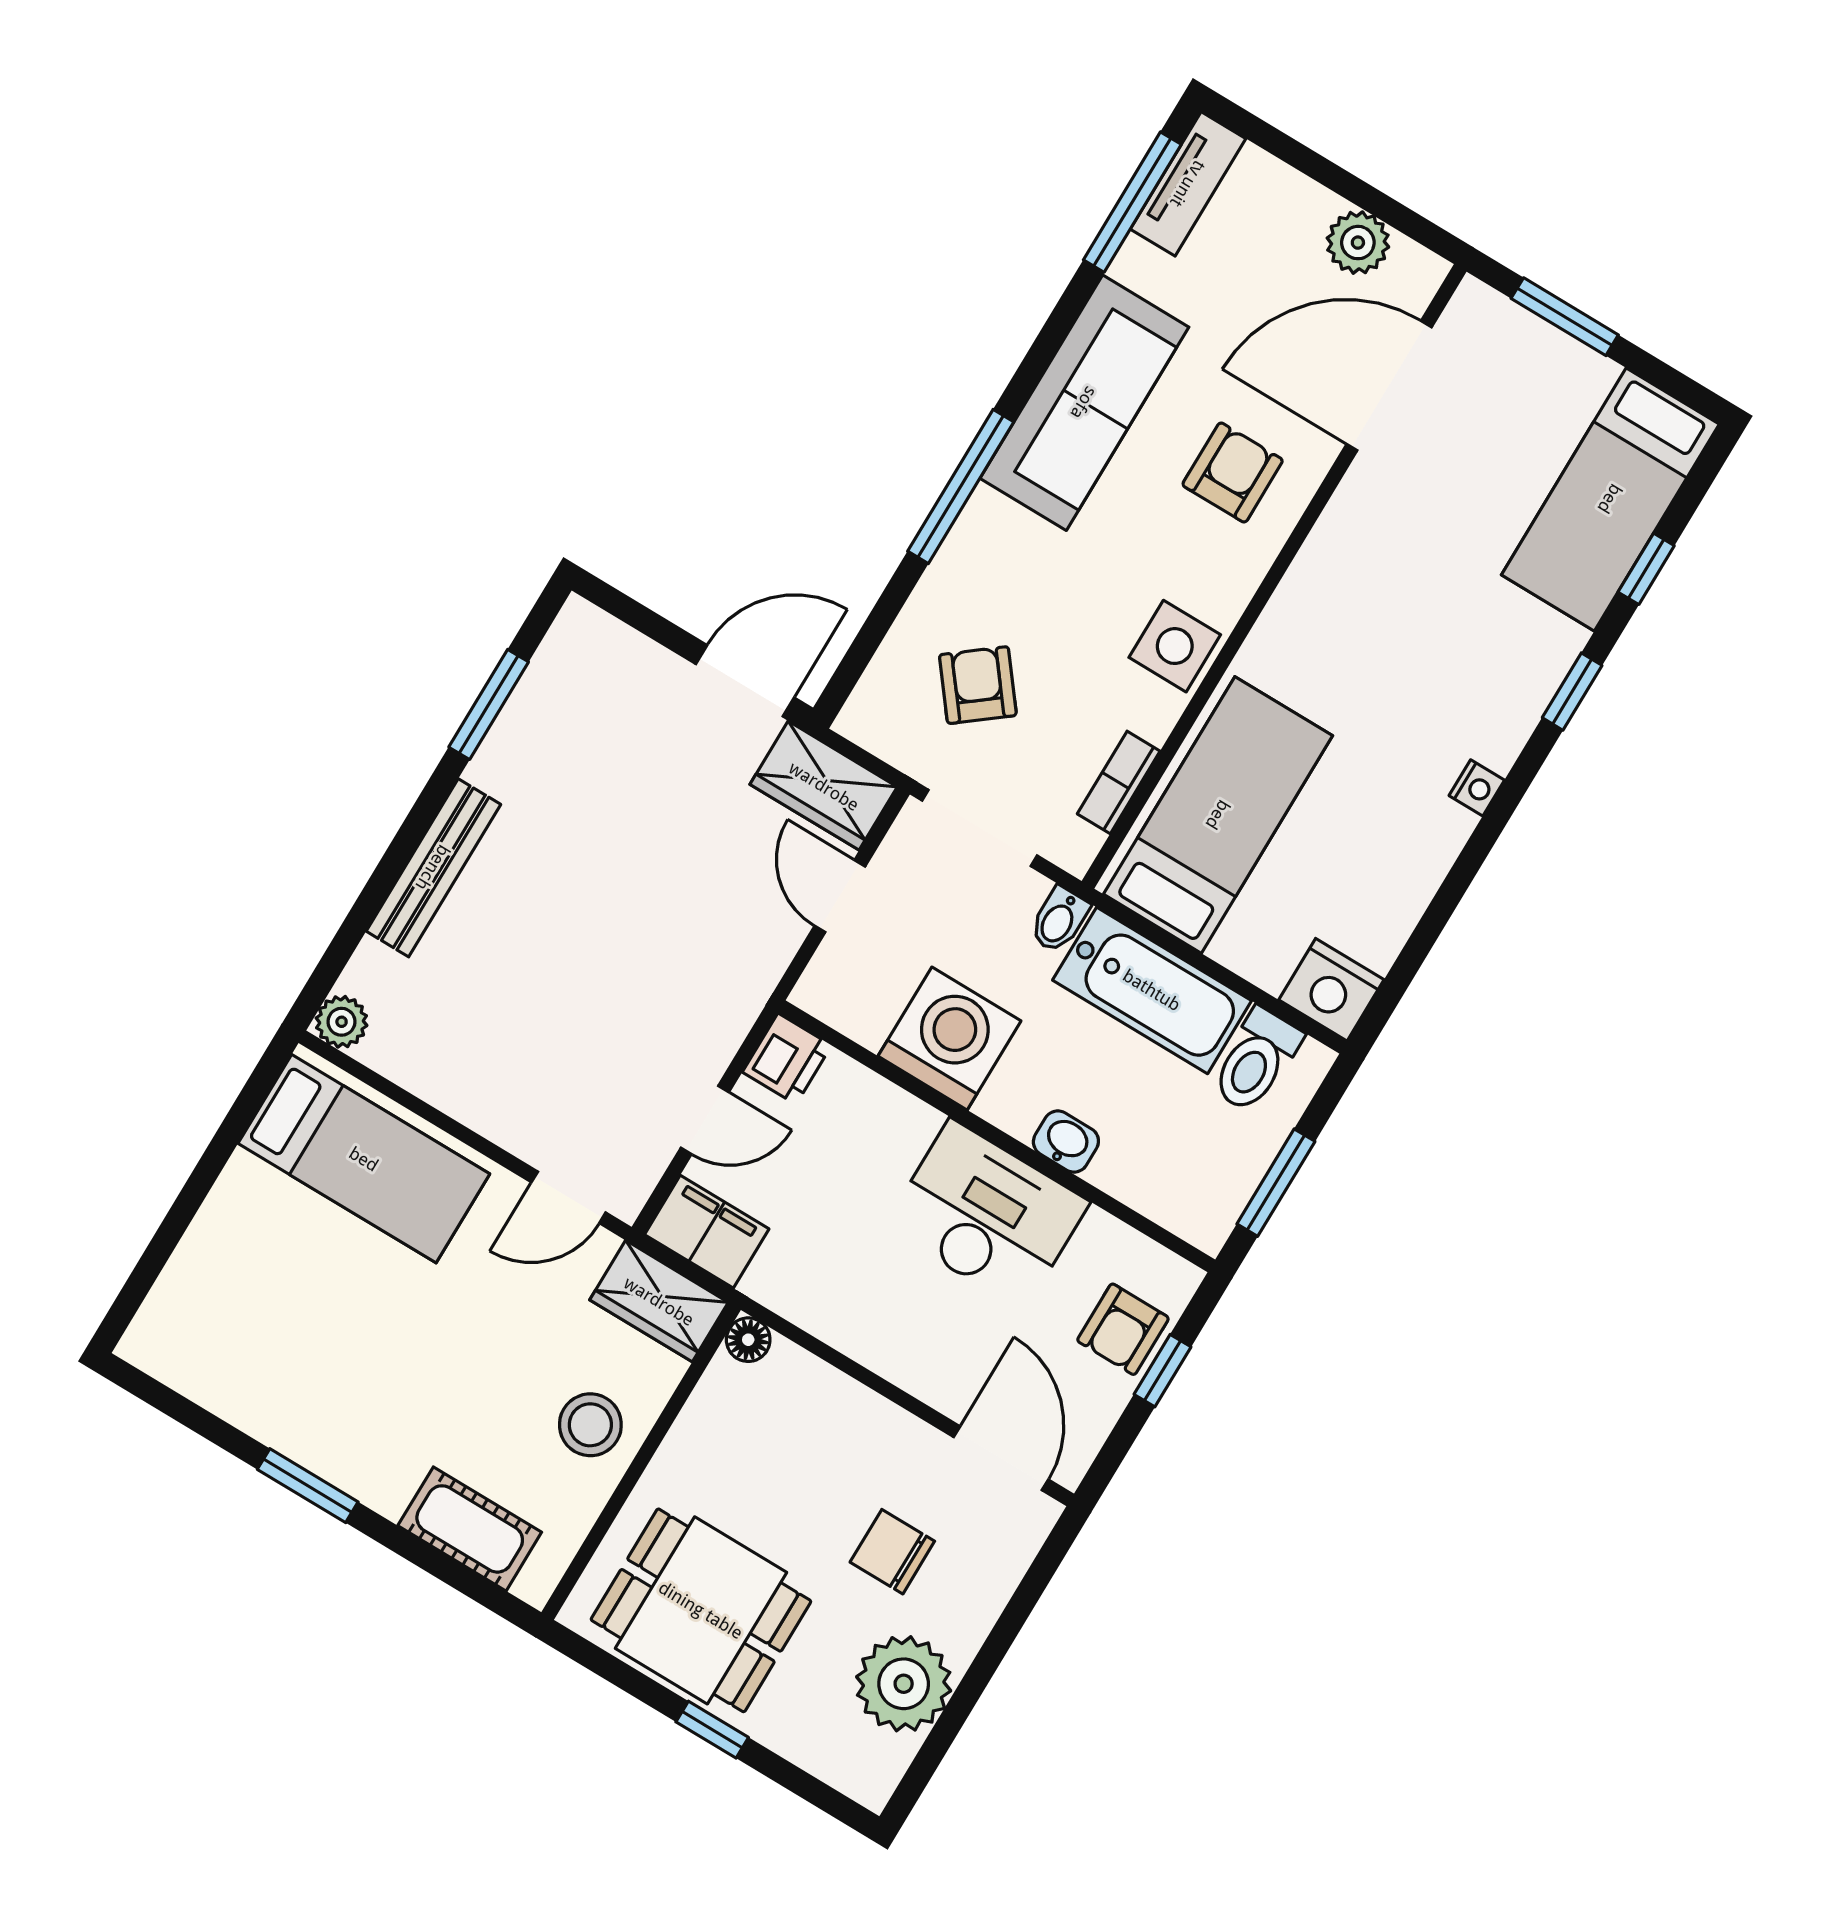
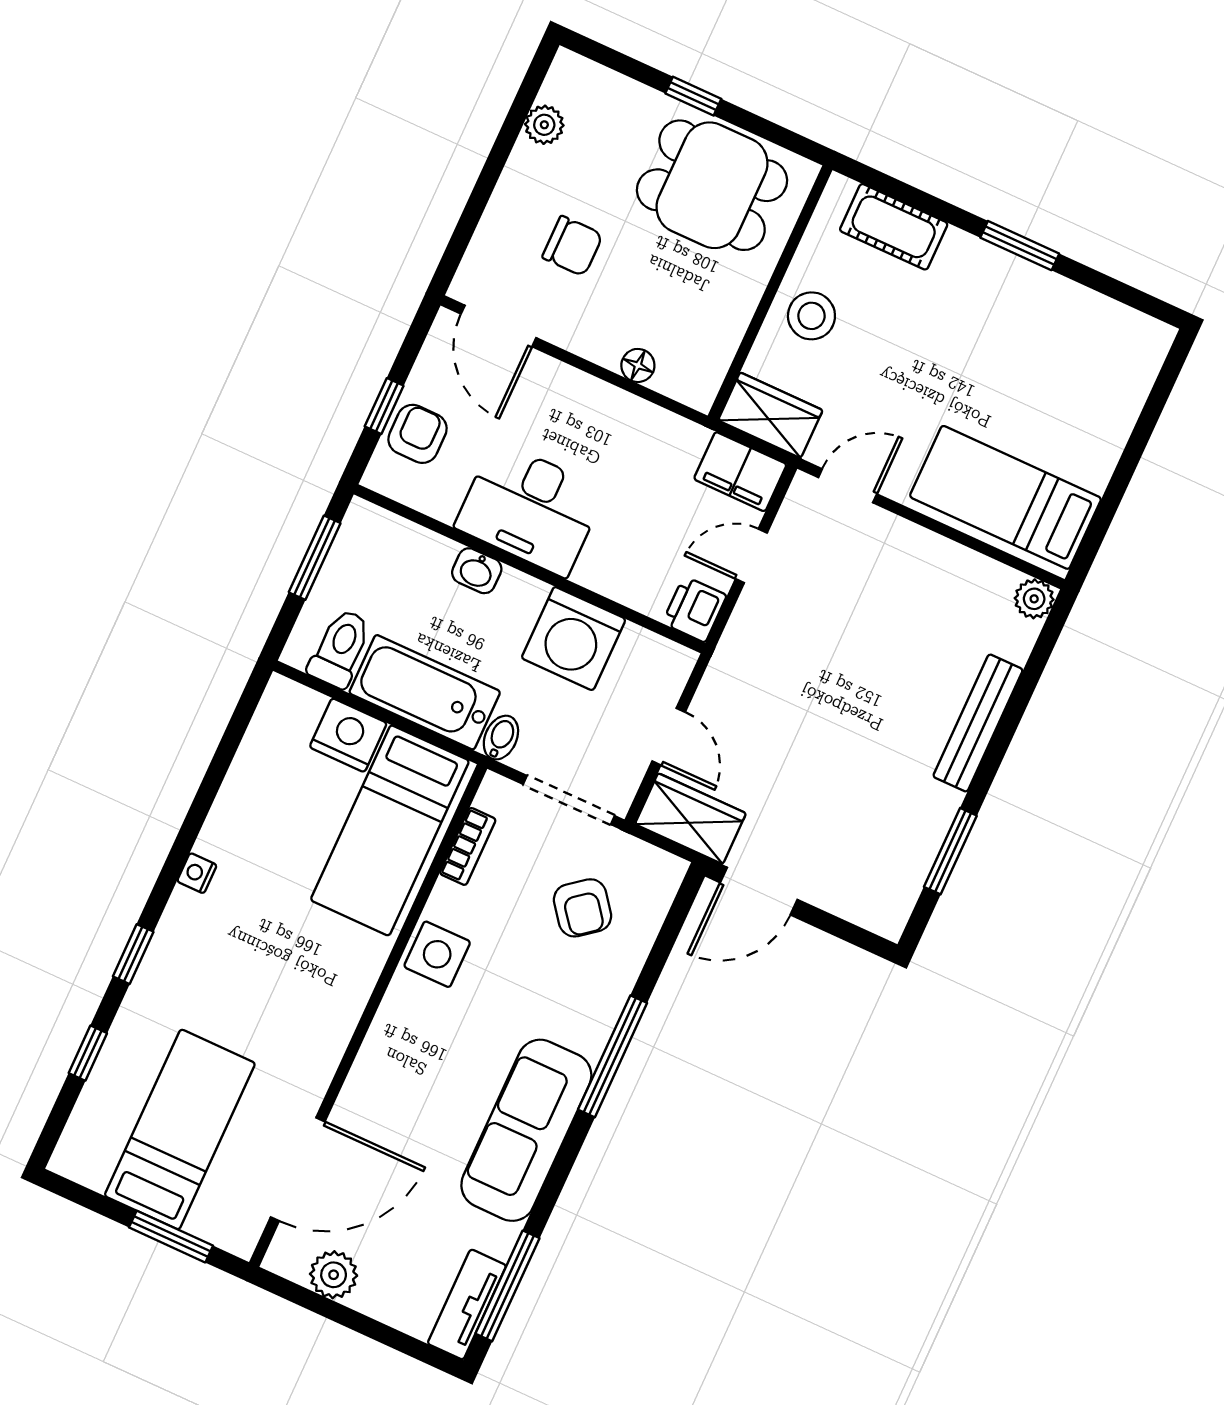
armchair: (1233, 473) -> (408, 1090), removed
bed: (1610, 499) -> (180, 1129), moved
nightstand: (1331, 990) -> (348, 735), moved
floor lamp: (748, 1340) -> (638, 365), moved
plant: (904, 1684) -> (544, 125), width x0.53, depth x0.53

